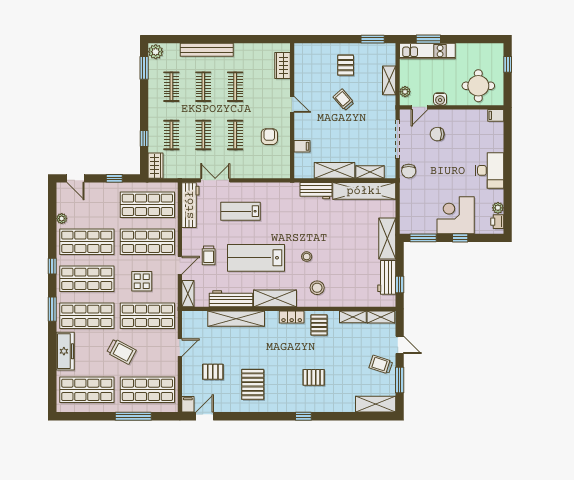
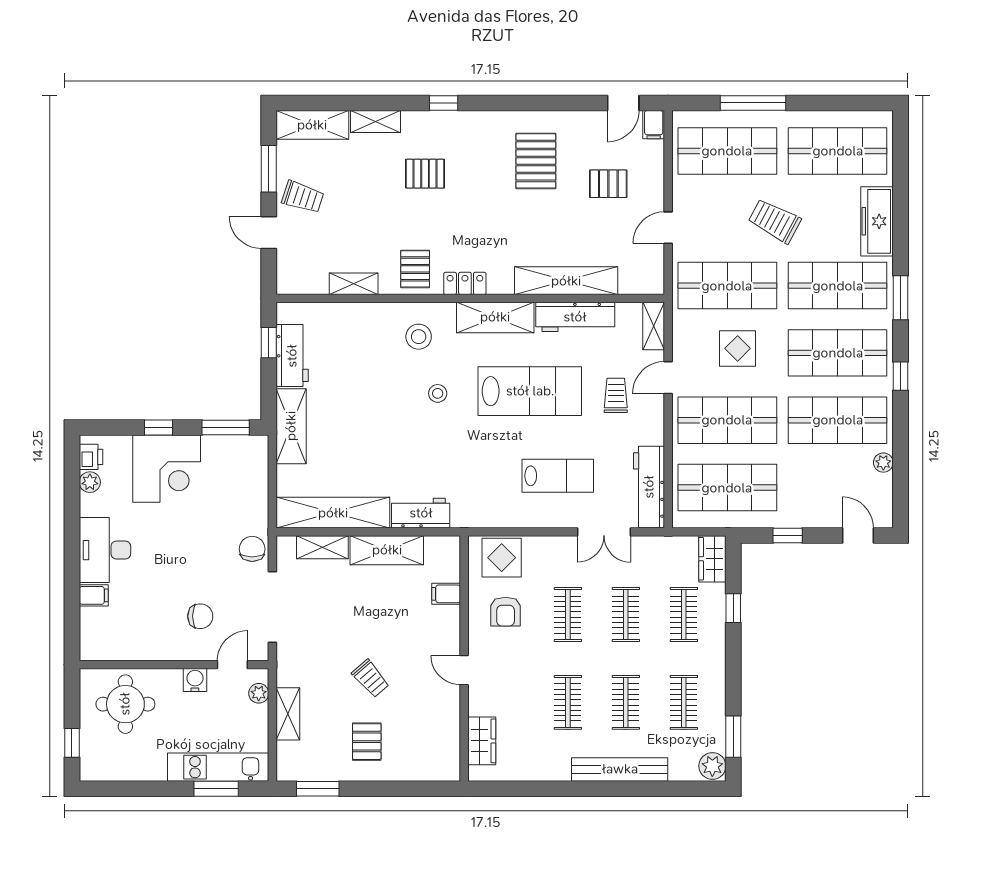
filing cabinet: (496, 115) -> (94, 595), moved
display table: (271, 166) -> (502, 558), added
shelving: (381, 317) -> (375, 121), moved

